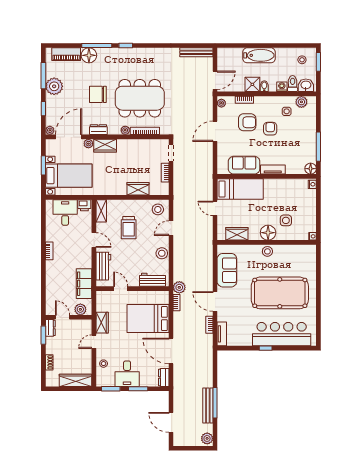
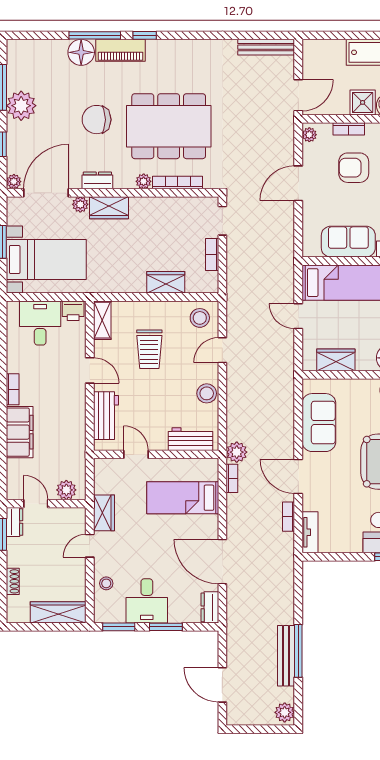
piano: (66, 54) -> (120, 50), moved
armchair: (247, 122) -> (354, 168), turned 180
filing cabinet: (84, 284) -> (20, 432), moved, turned 180
bed: (148, 318) -> (183, 498), width x0.67

